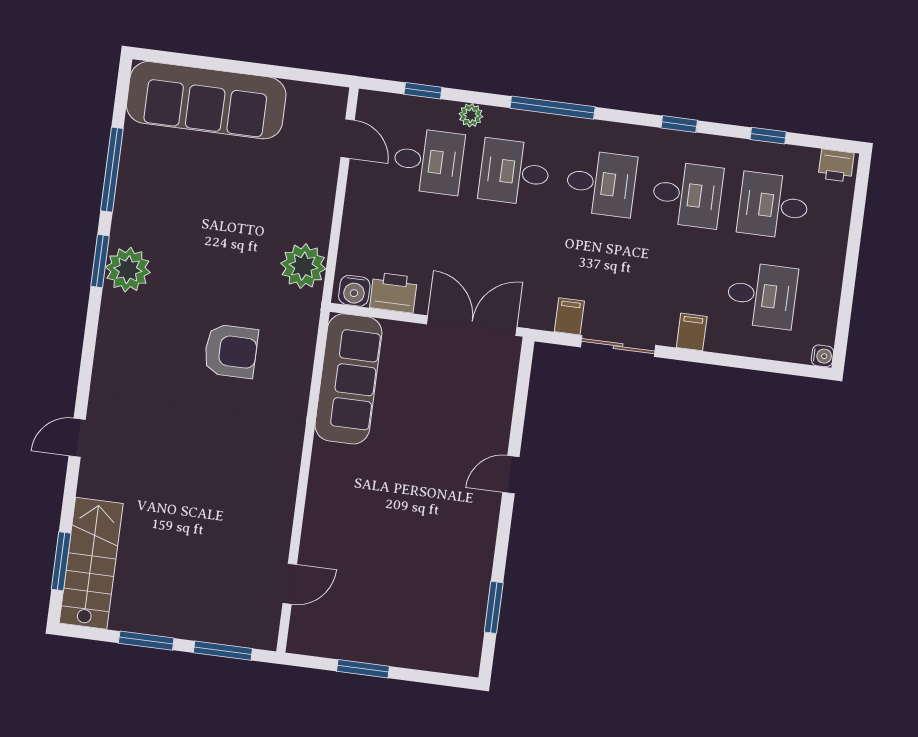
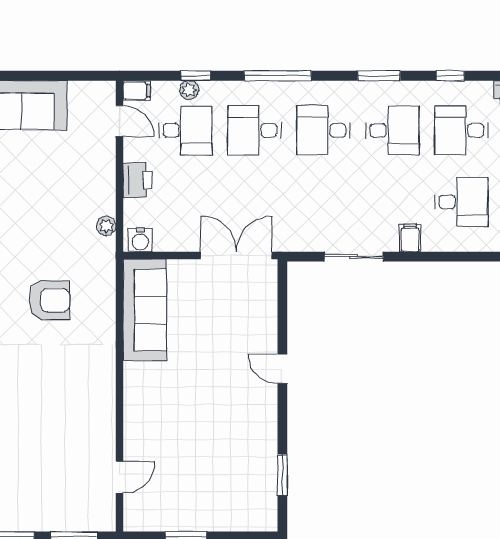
window: (423, 91) -> (196, 76), moved
plant: (471, 115) -> (189, 90), moved
window: (679, 124) -> (379, 76), width x1.50
desk: (601, 183) -> (323, 130), turned 180
plant: (303, 266) -> (106, 226), width x0.53, depth x0.53
printer: (394, 293) -> (137, 180), moved, turned 90
filing cabinet: (569, 316) -> (137, 91), moved, turned 90
door: (511, 475) -> (282, 369), hinge flipped

